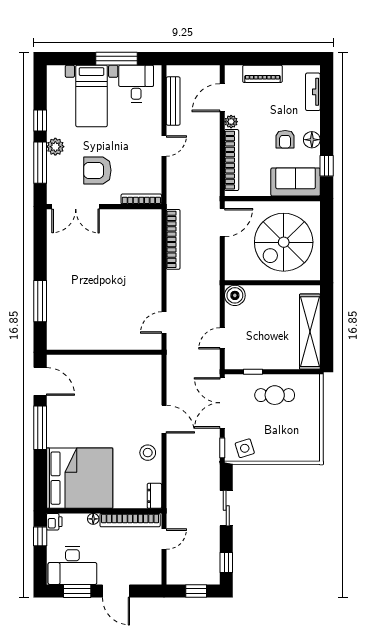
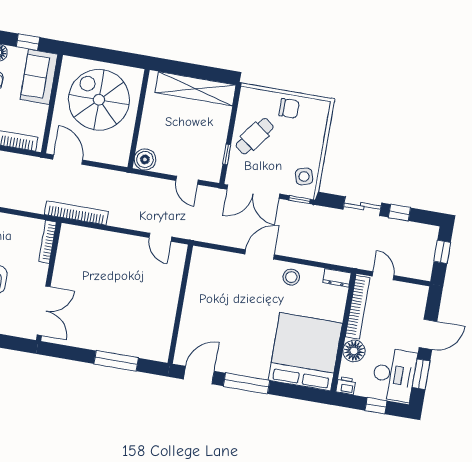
bookcase: (141, 199) -> (48, 242), moved
double door: (76, 207) -> (44, 311), moved
wall: (104, 207) -> (49, 281), moved
spiral stairs: (284, 242) -> (99, 100), turned 180
cafe table: (275, 395) -> (255, 136), turned 37
chair: (307, 423) -> (289, 108), added
floor lamp: (93, 519) -> (354, 351), width x1.89, depth x1.89
window: (40, 536) -> (376, 406), moved
window: (226, 562) -> (399, 213), moved

